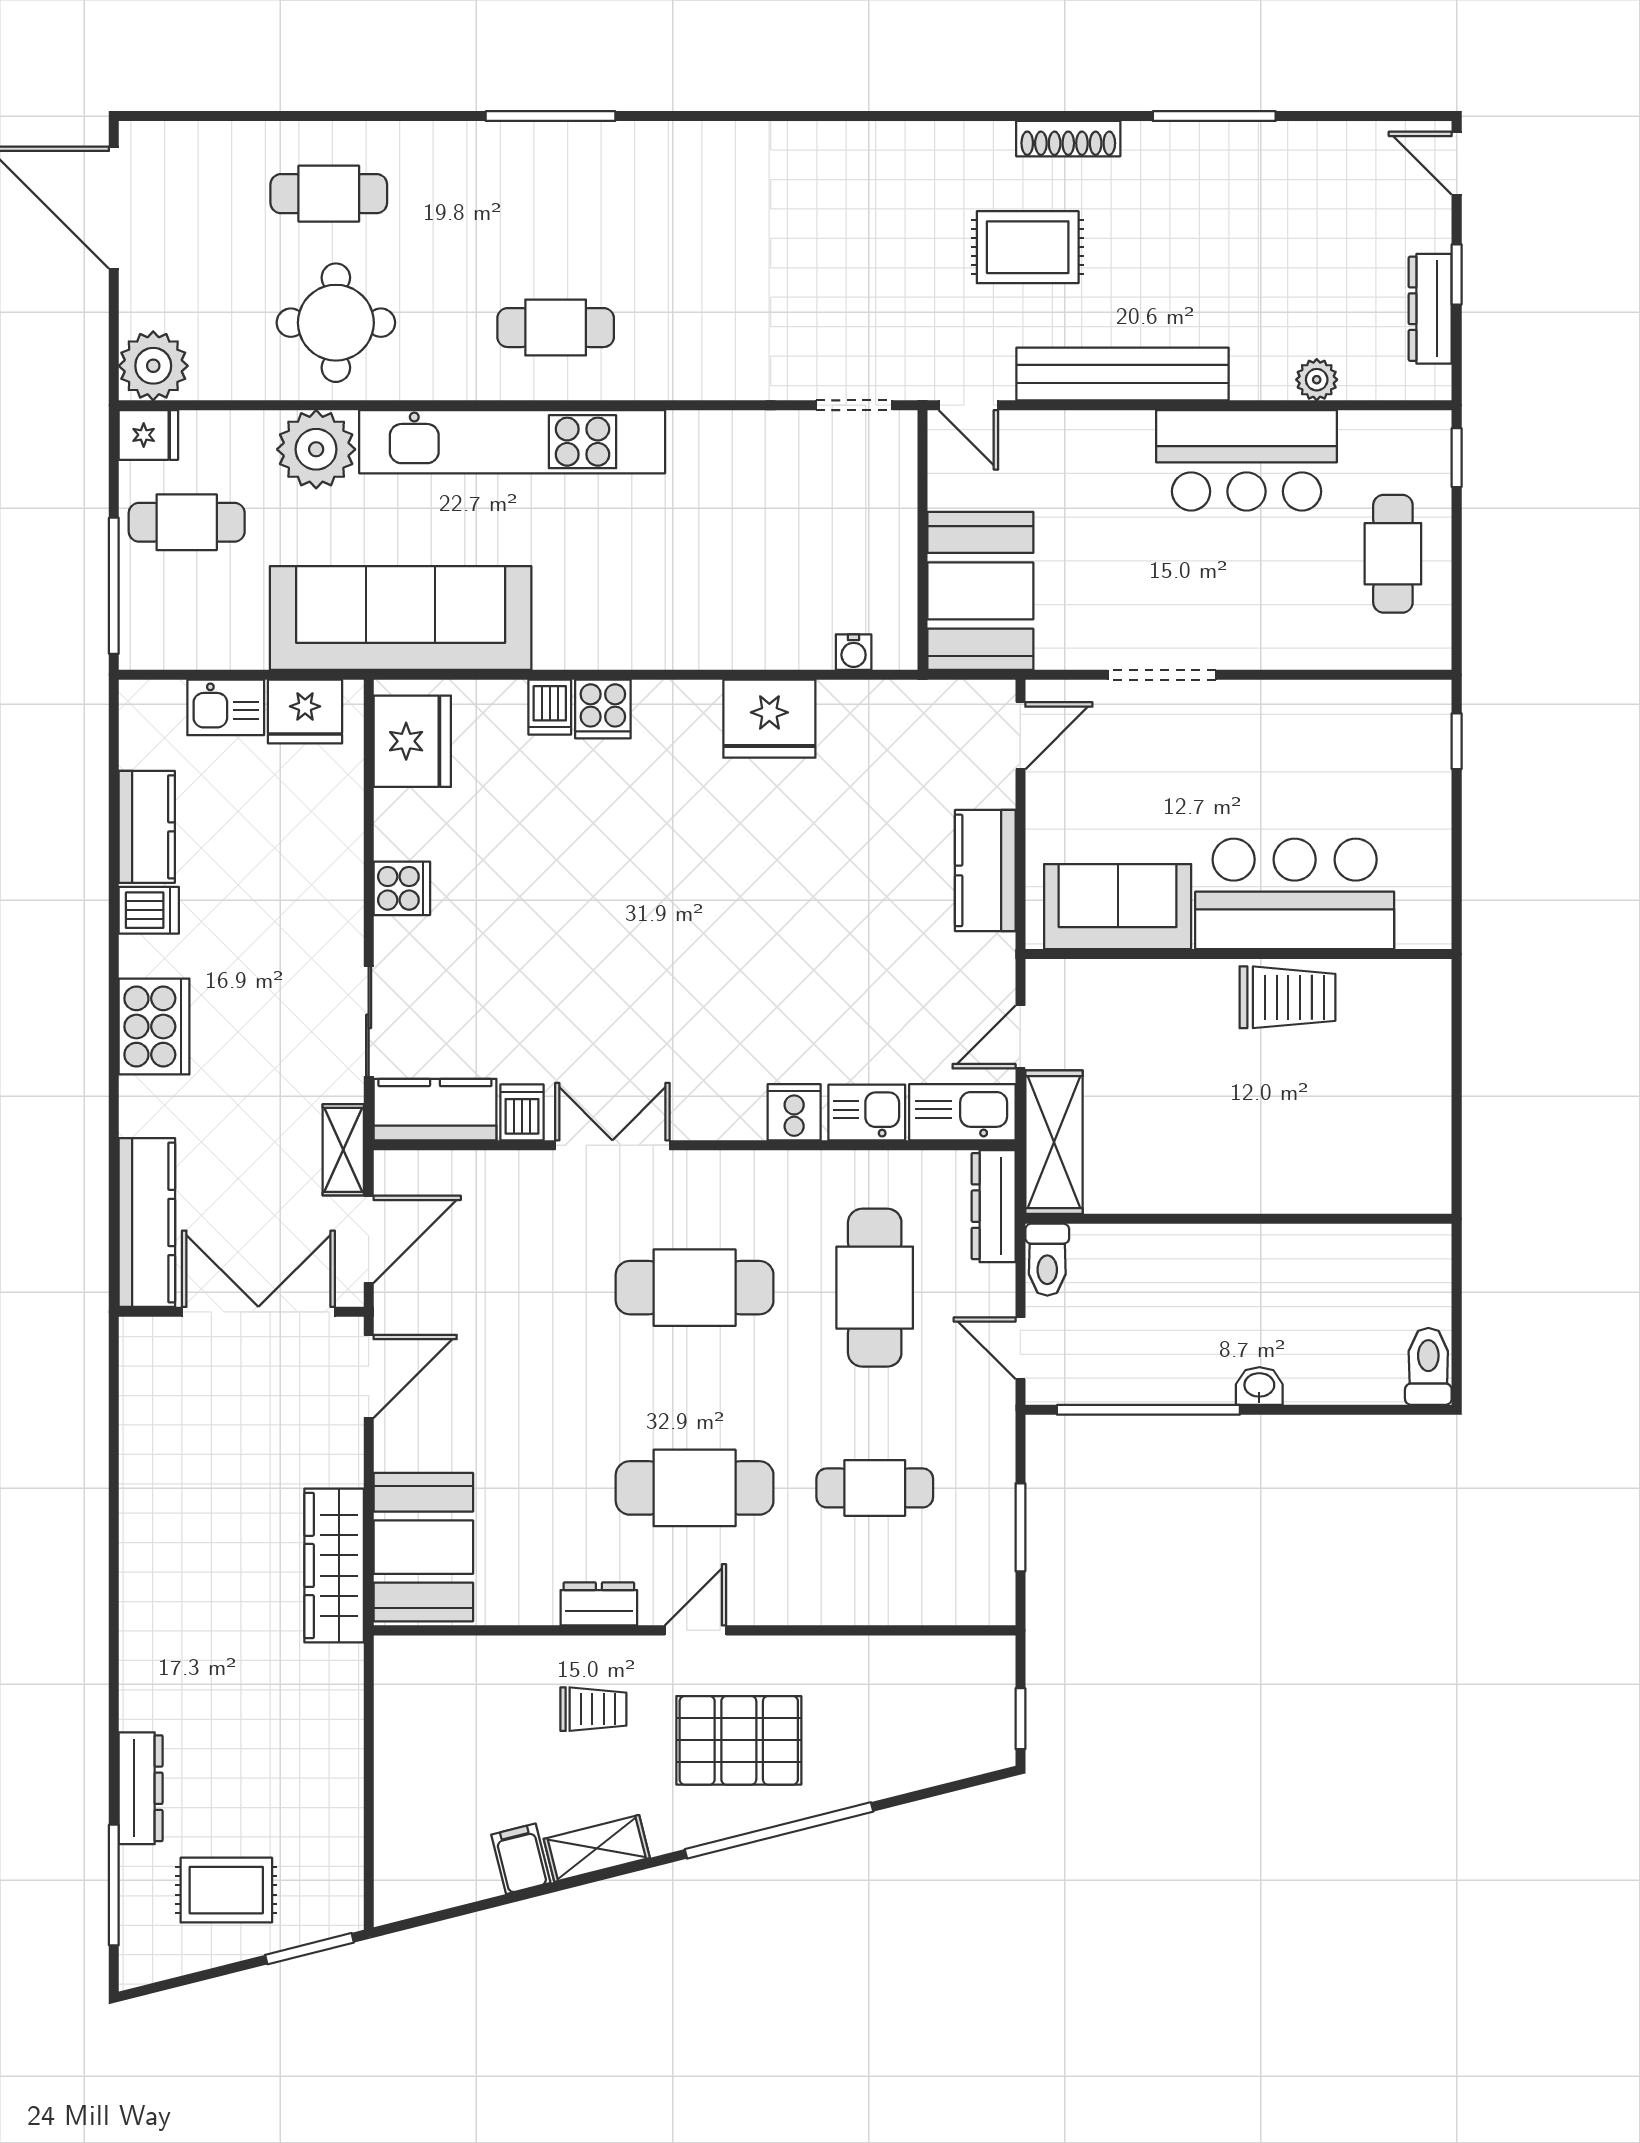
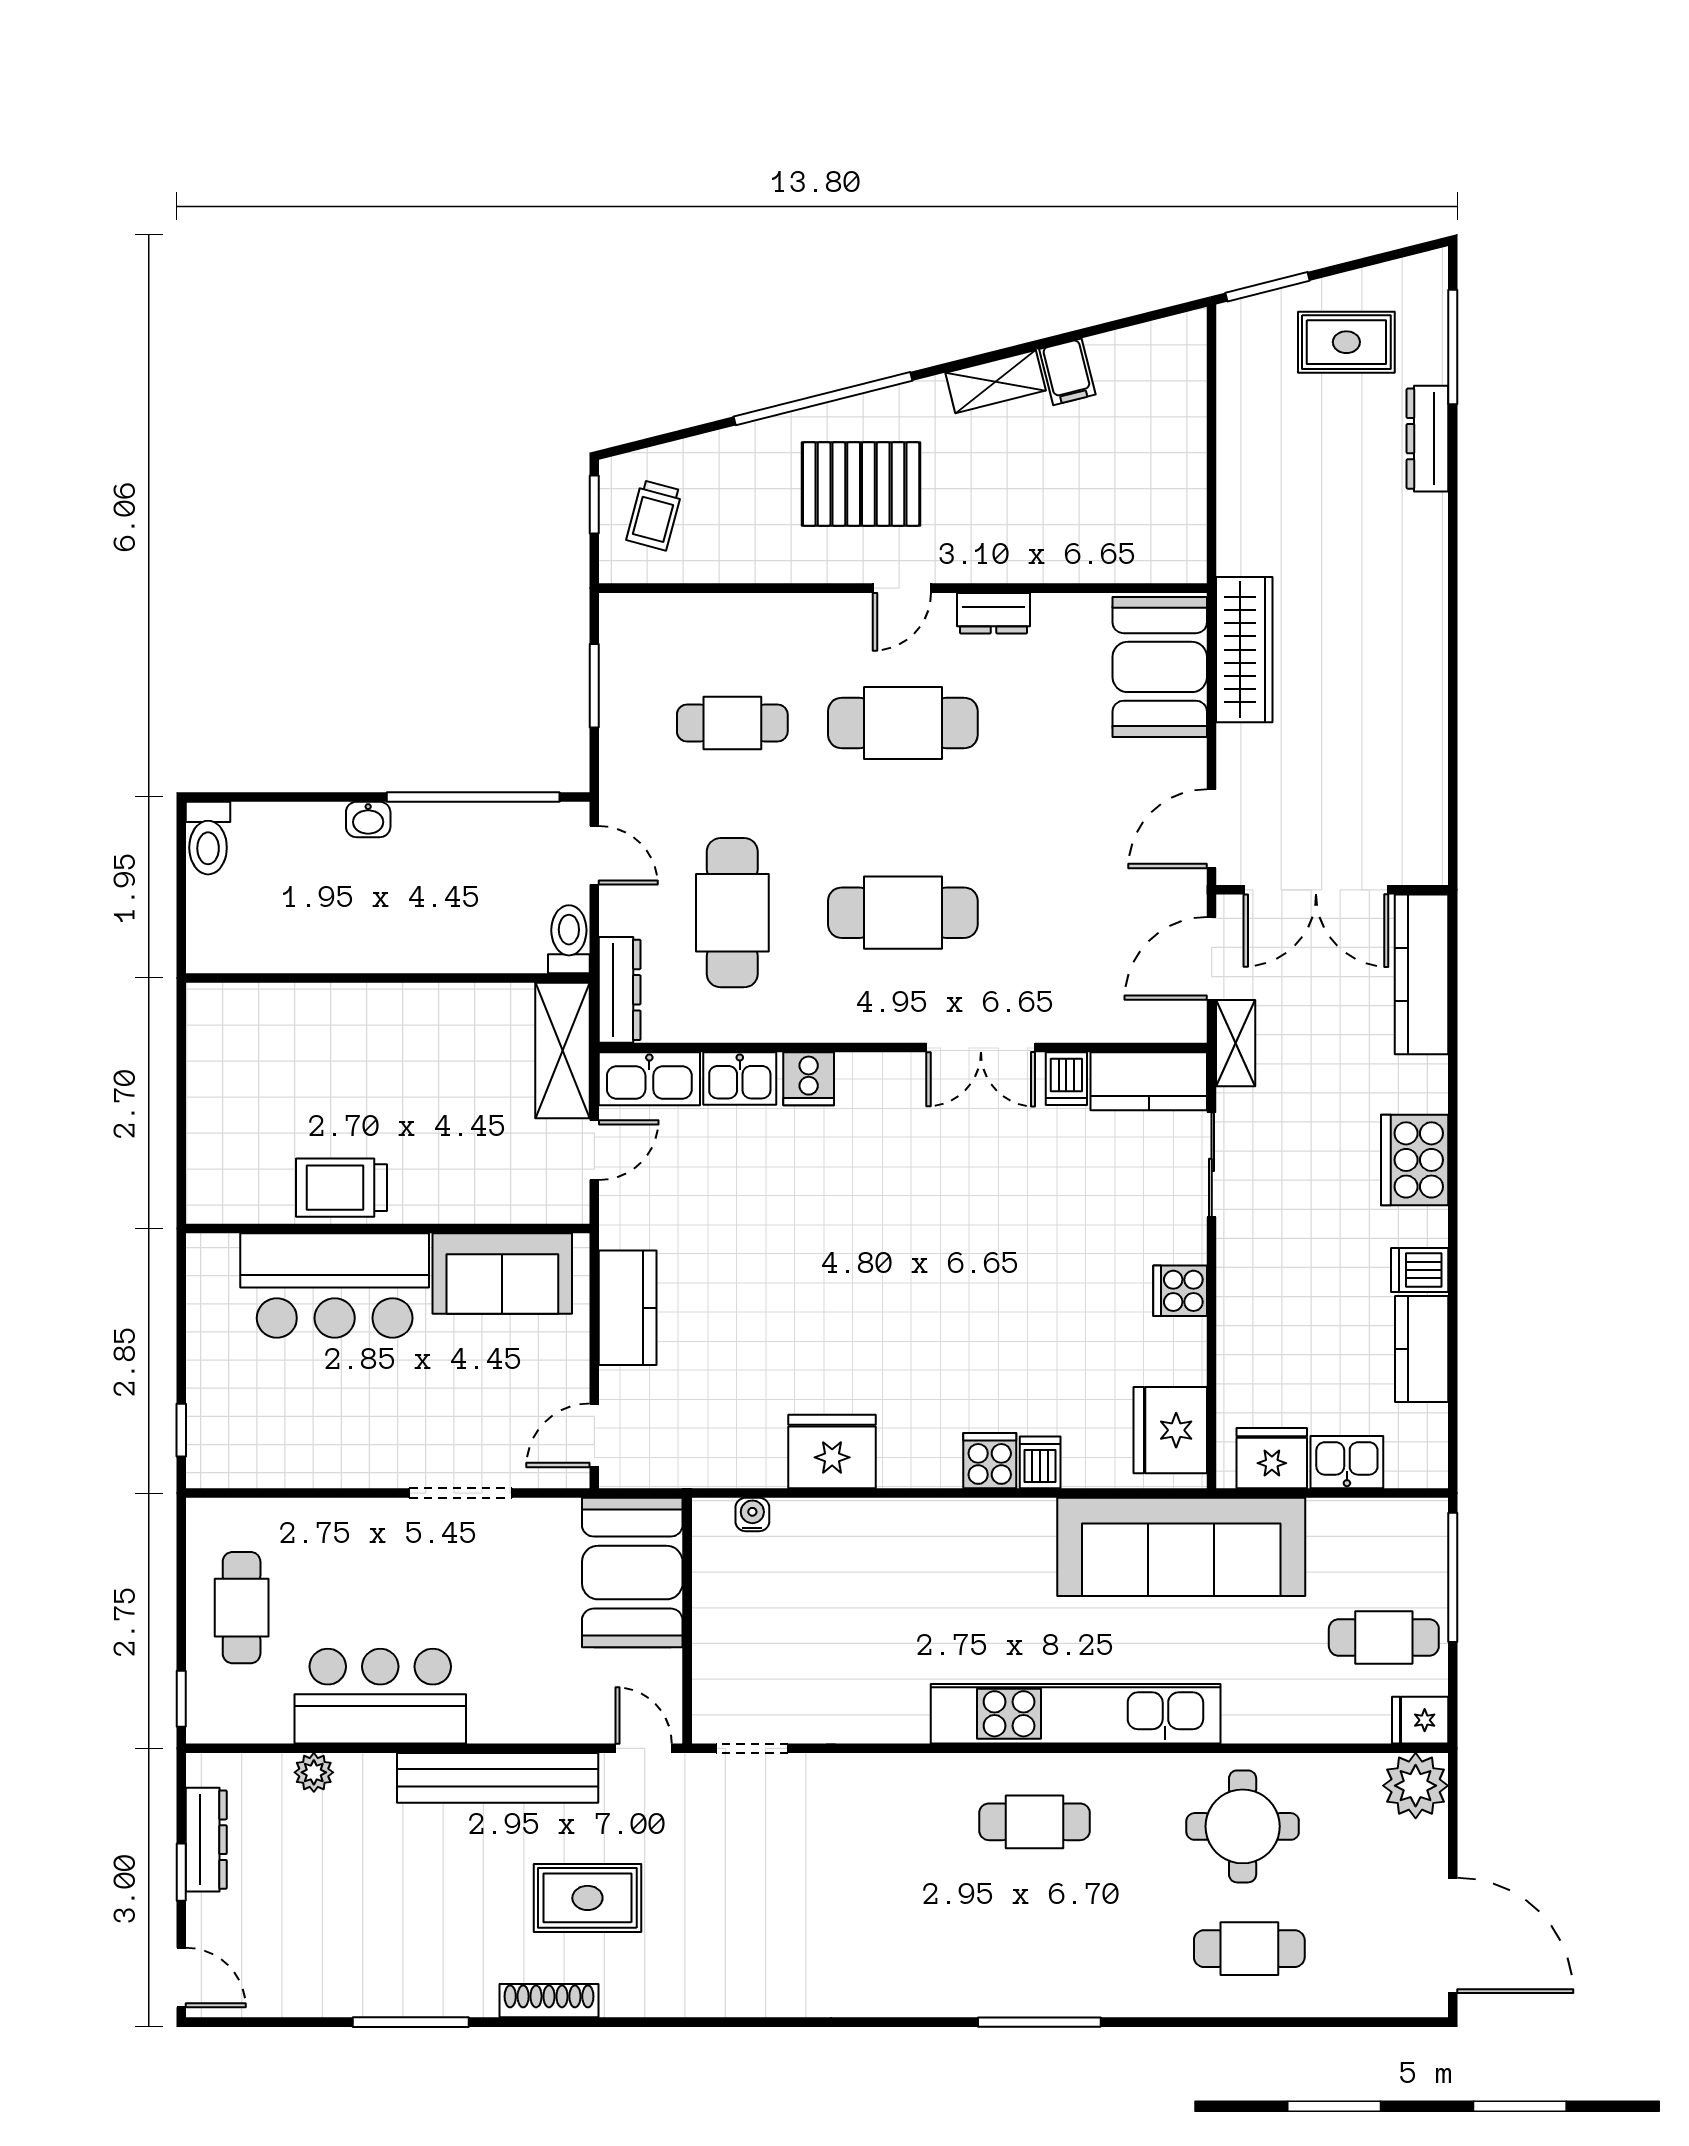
plant: (316, 449) -> (1261, 1707), removed
trolley: (593, 1709) -> (654, 515), moved, turned -75

